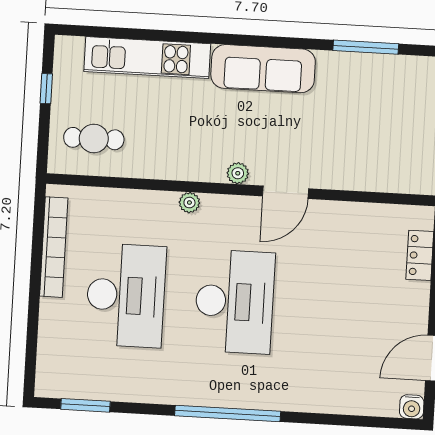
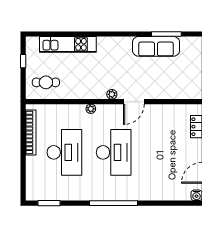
sofa: (263, 69) -> (156, 46), moved

